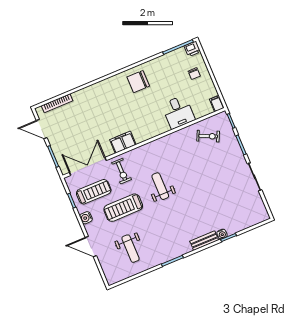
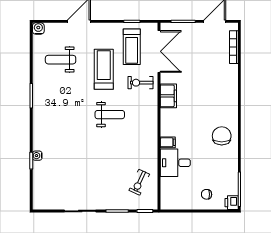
filing cabinet: (217, 104) -> (168, 142), moved
water cooler: (86, 218) -> (38, 28), moved
bench: (204, 241) -> (38, 135), removed

